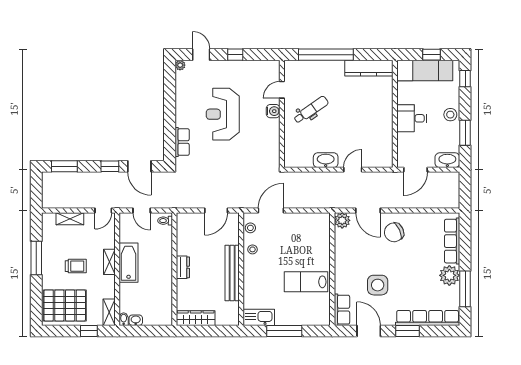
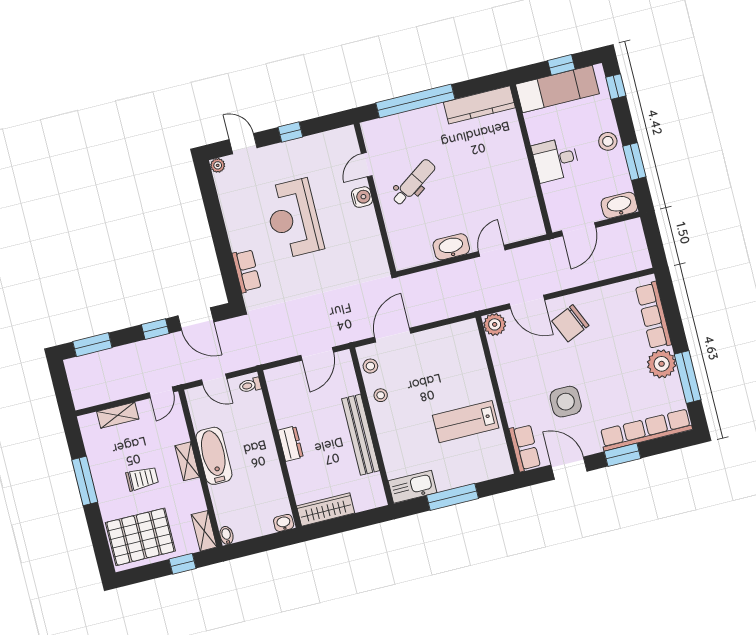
washbasin: (136, 320) -> (284, 523), moved

